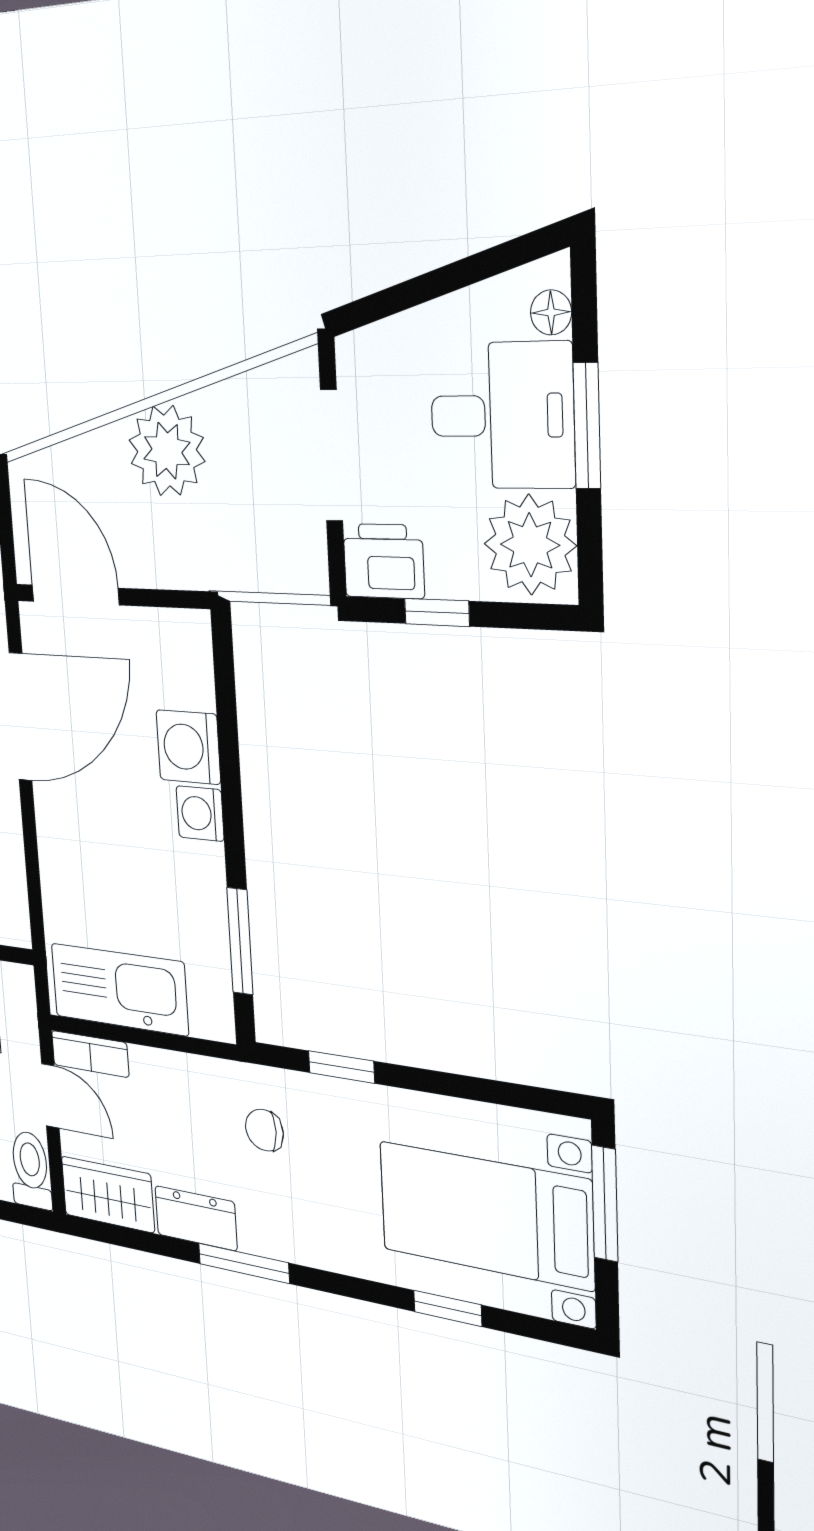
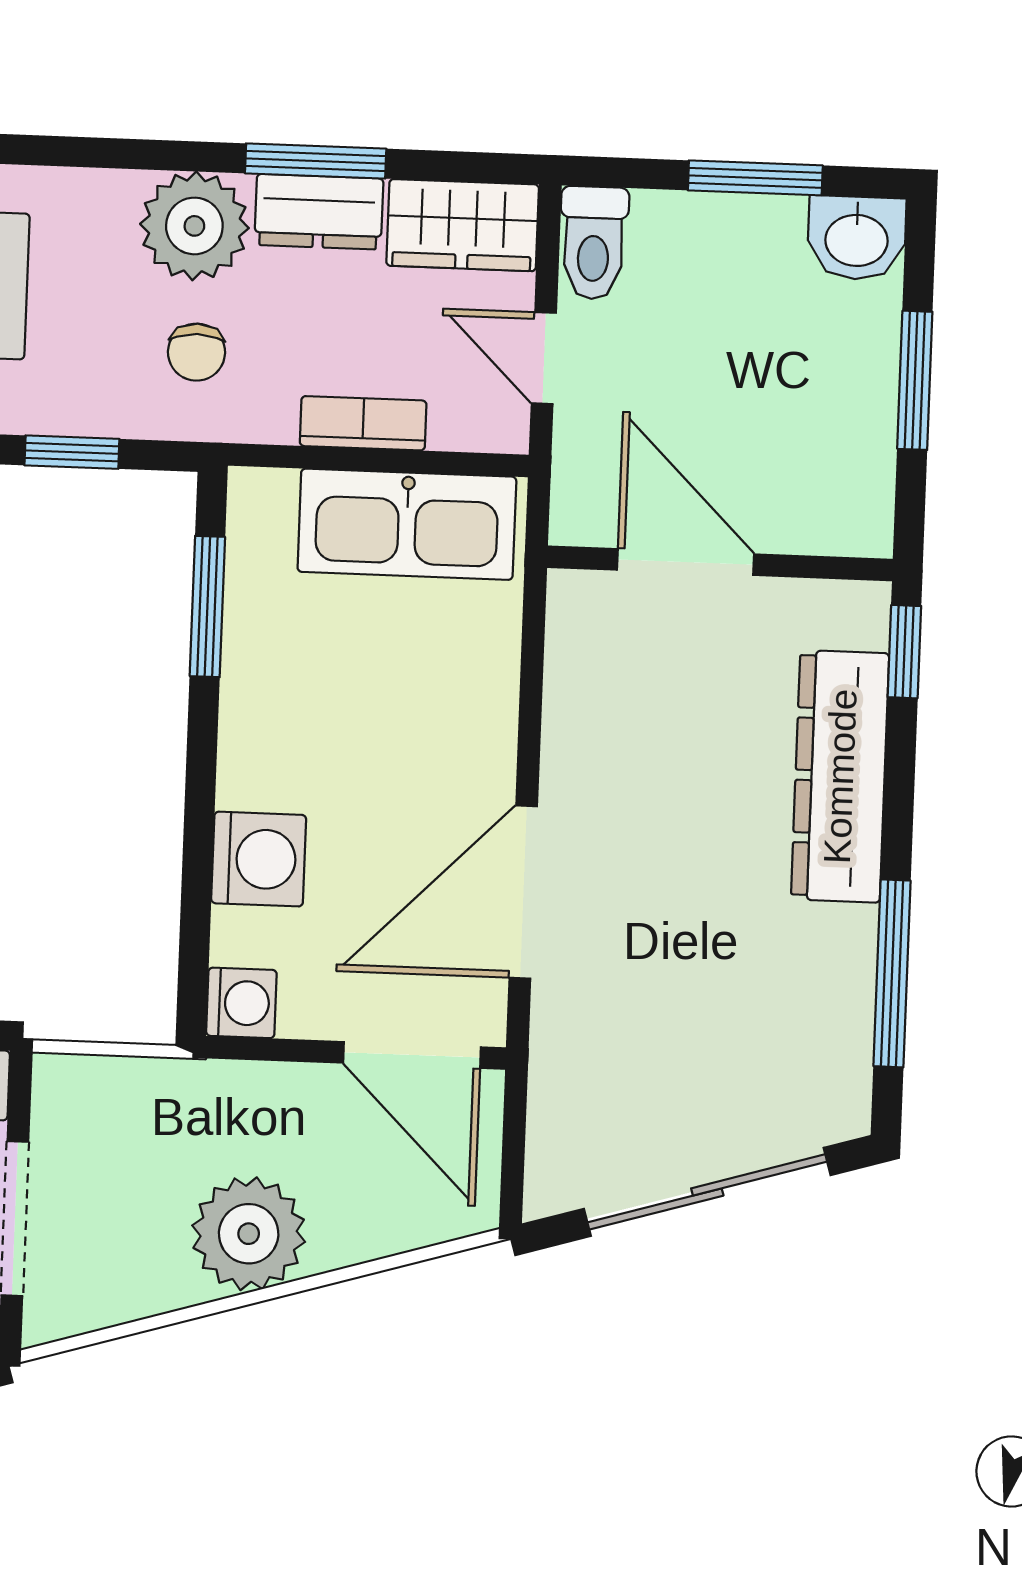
washing machine: (200, 814) -> (241, 1003), moved
bookcase: (90, 1054) -> (363, 423), moved
chair: (264, 1130) -> (196, 352), turned 90
plant: (274, 1221) -> (194, 226), added
window: (244, 1263) -> (316, 161), moved

